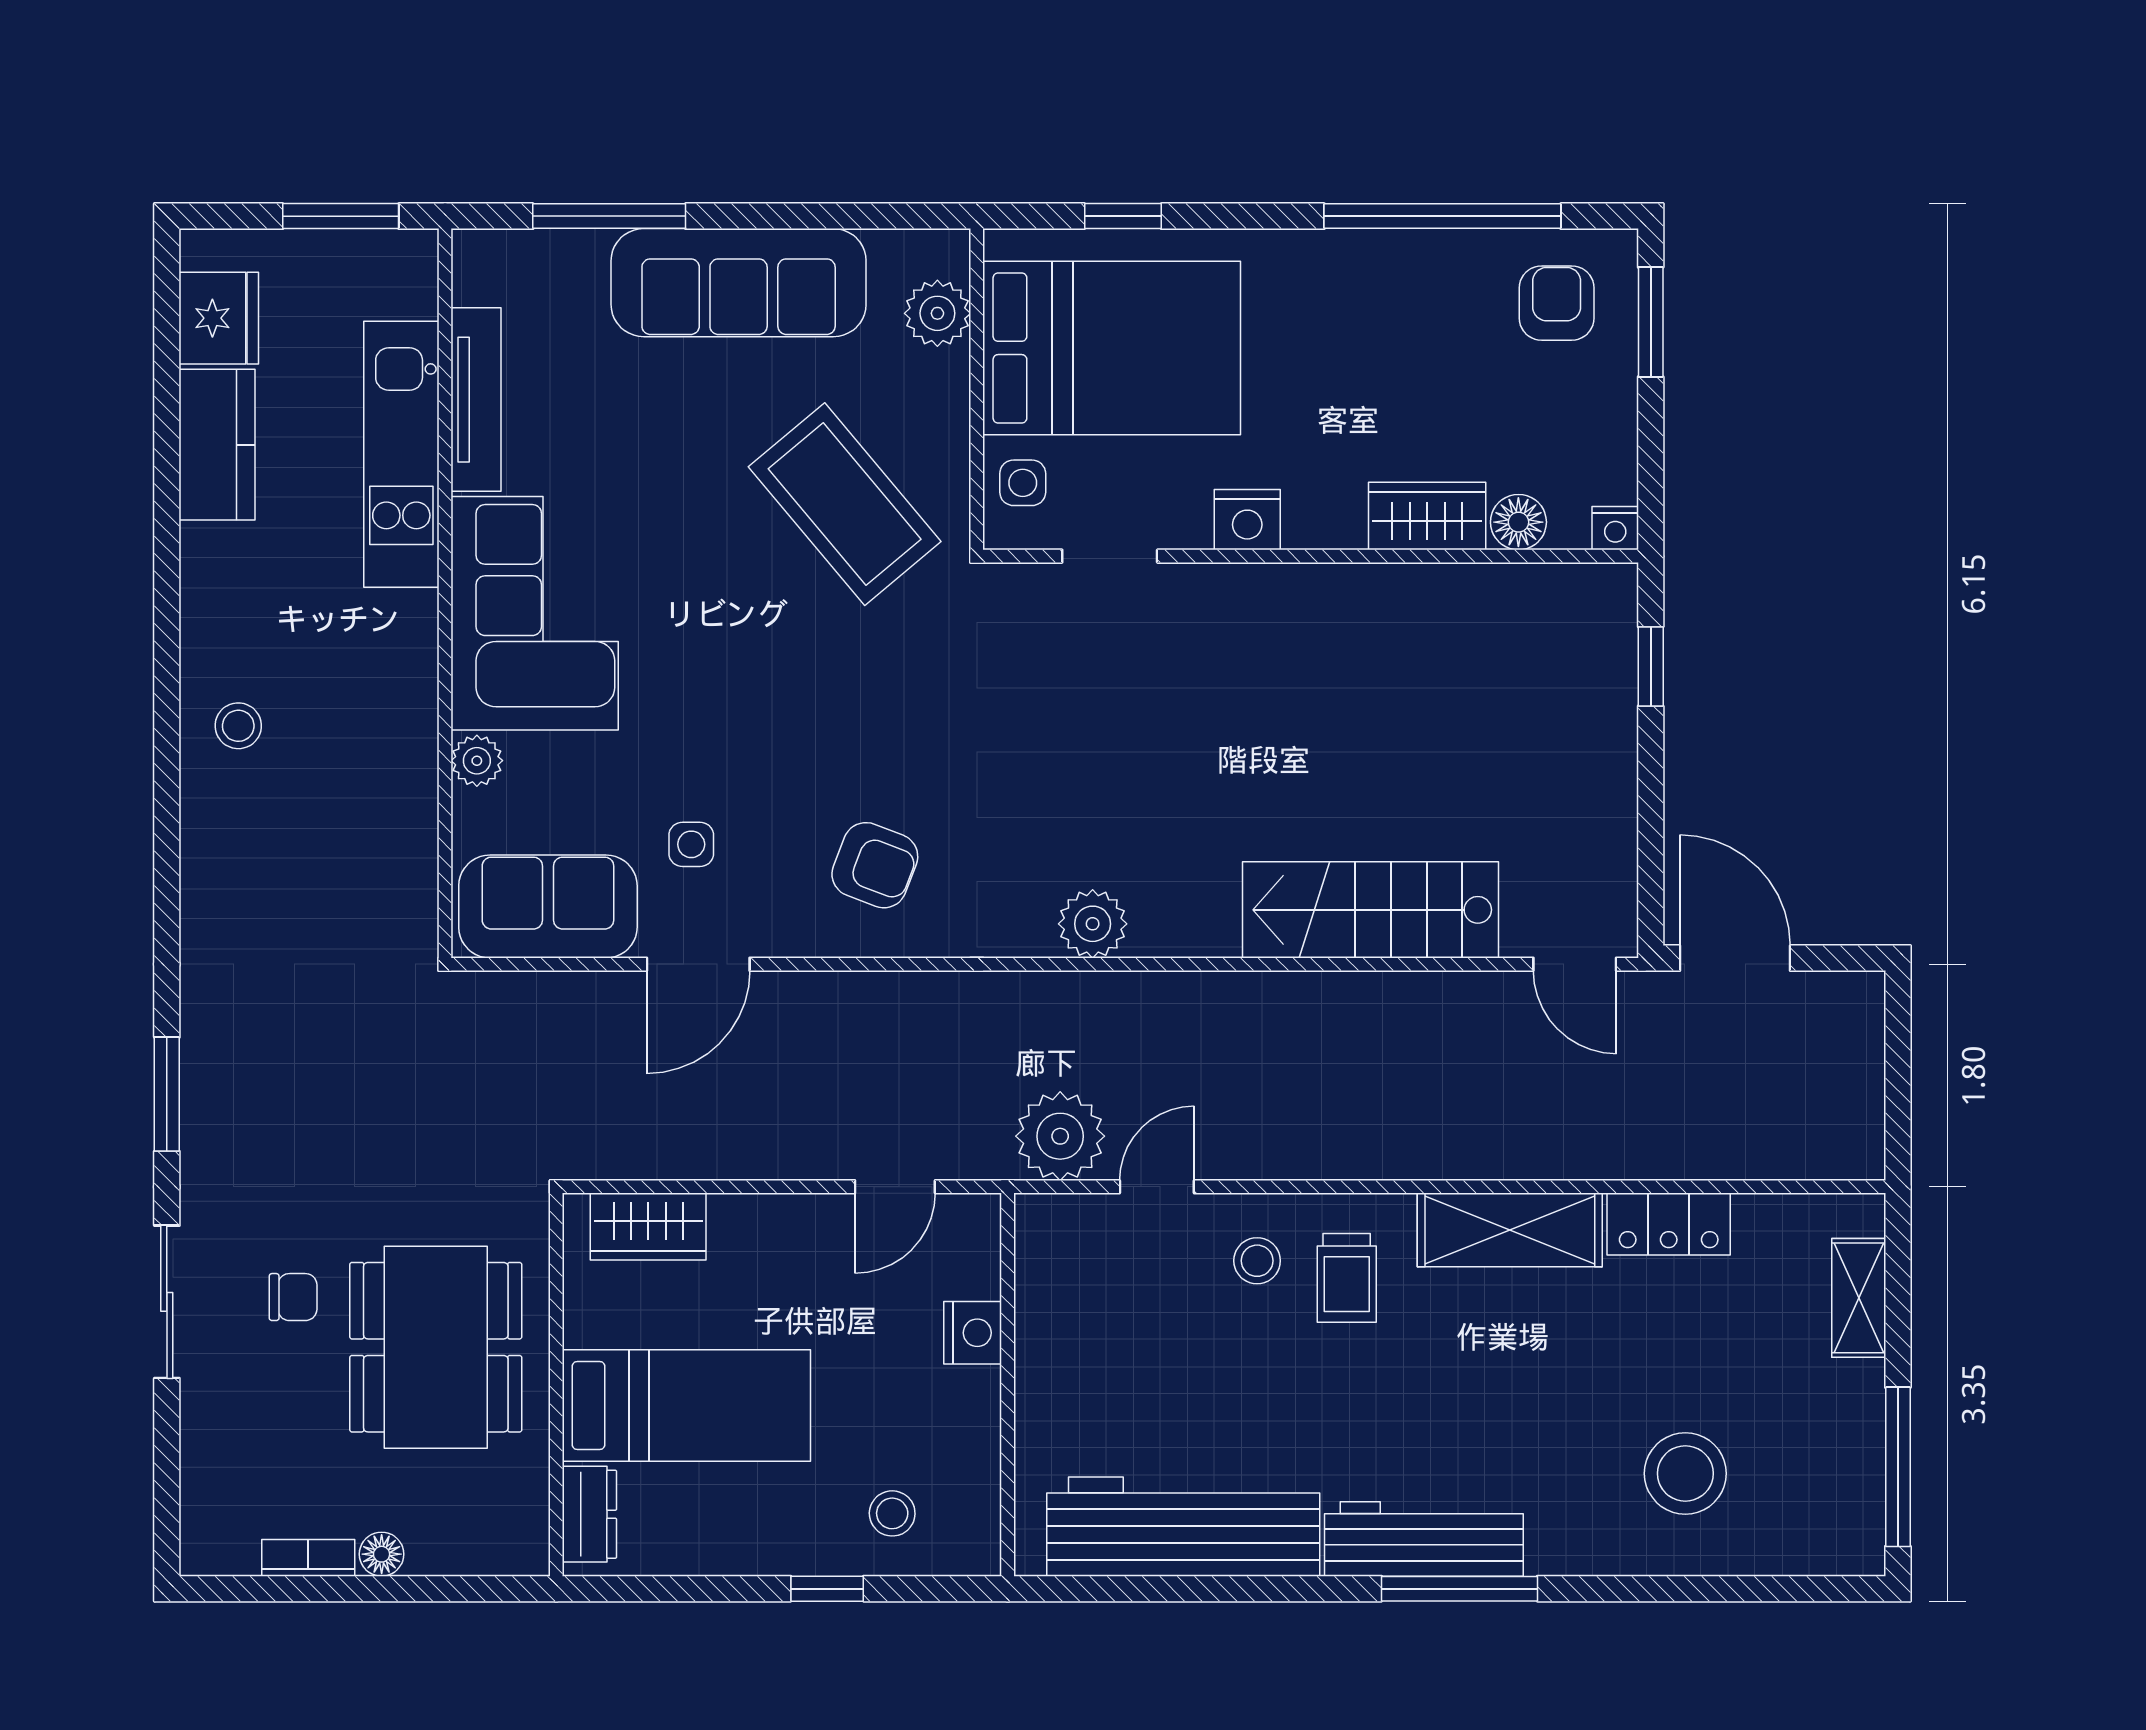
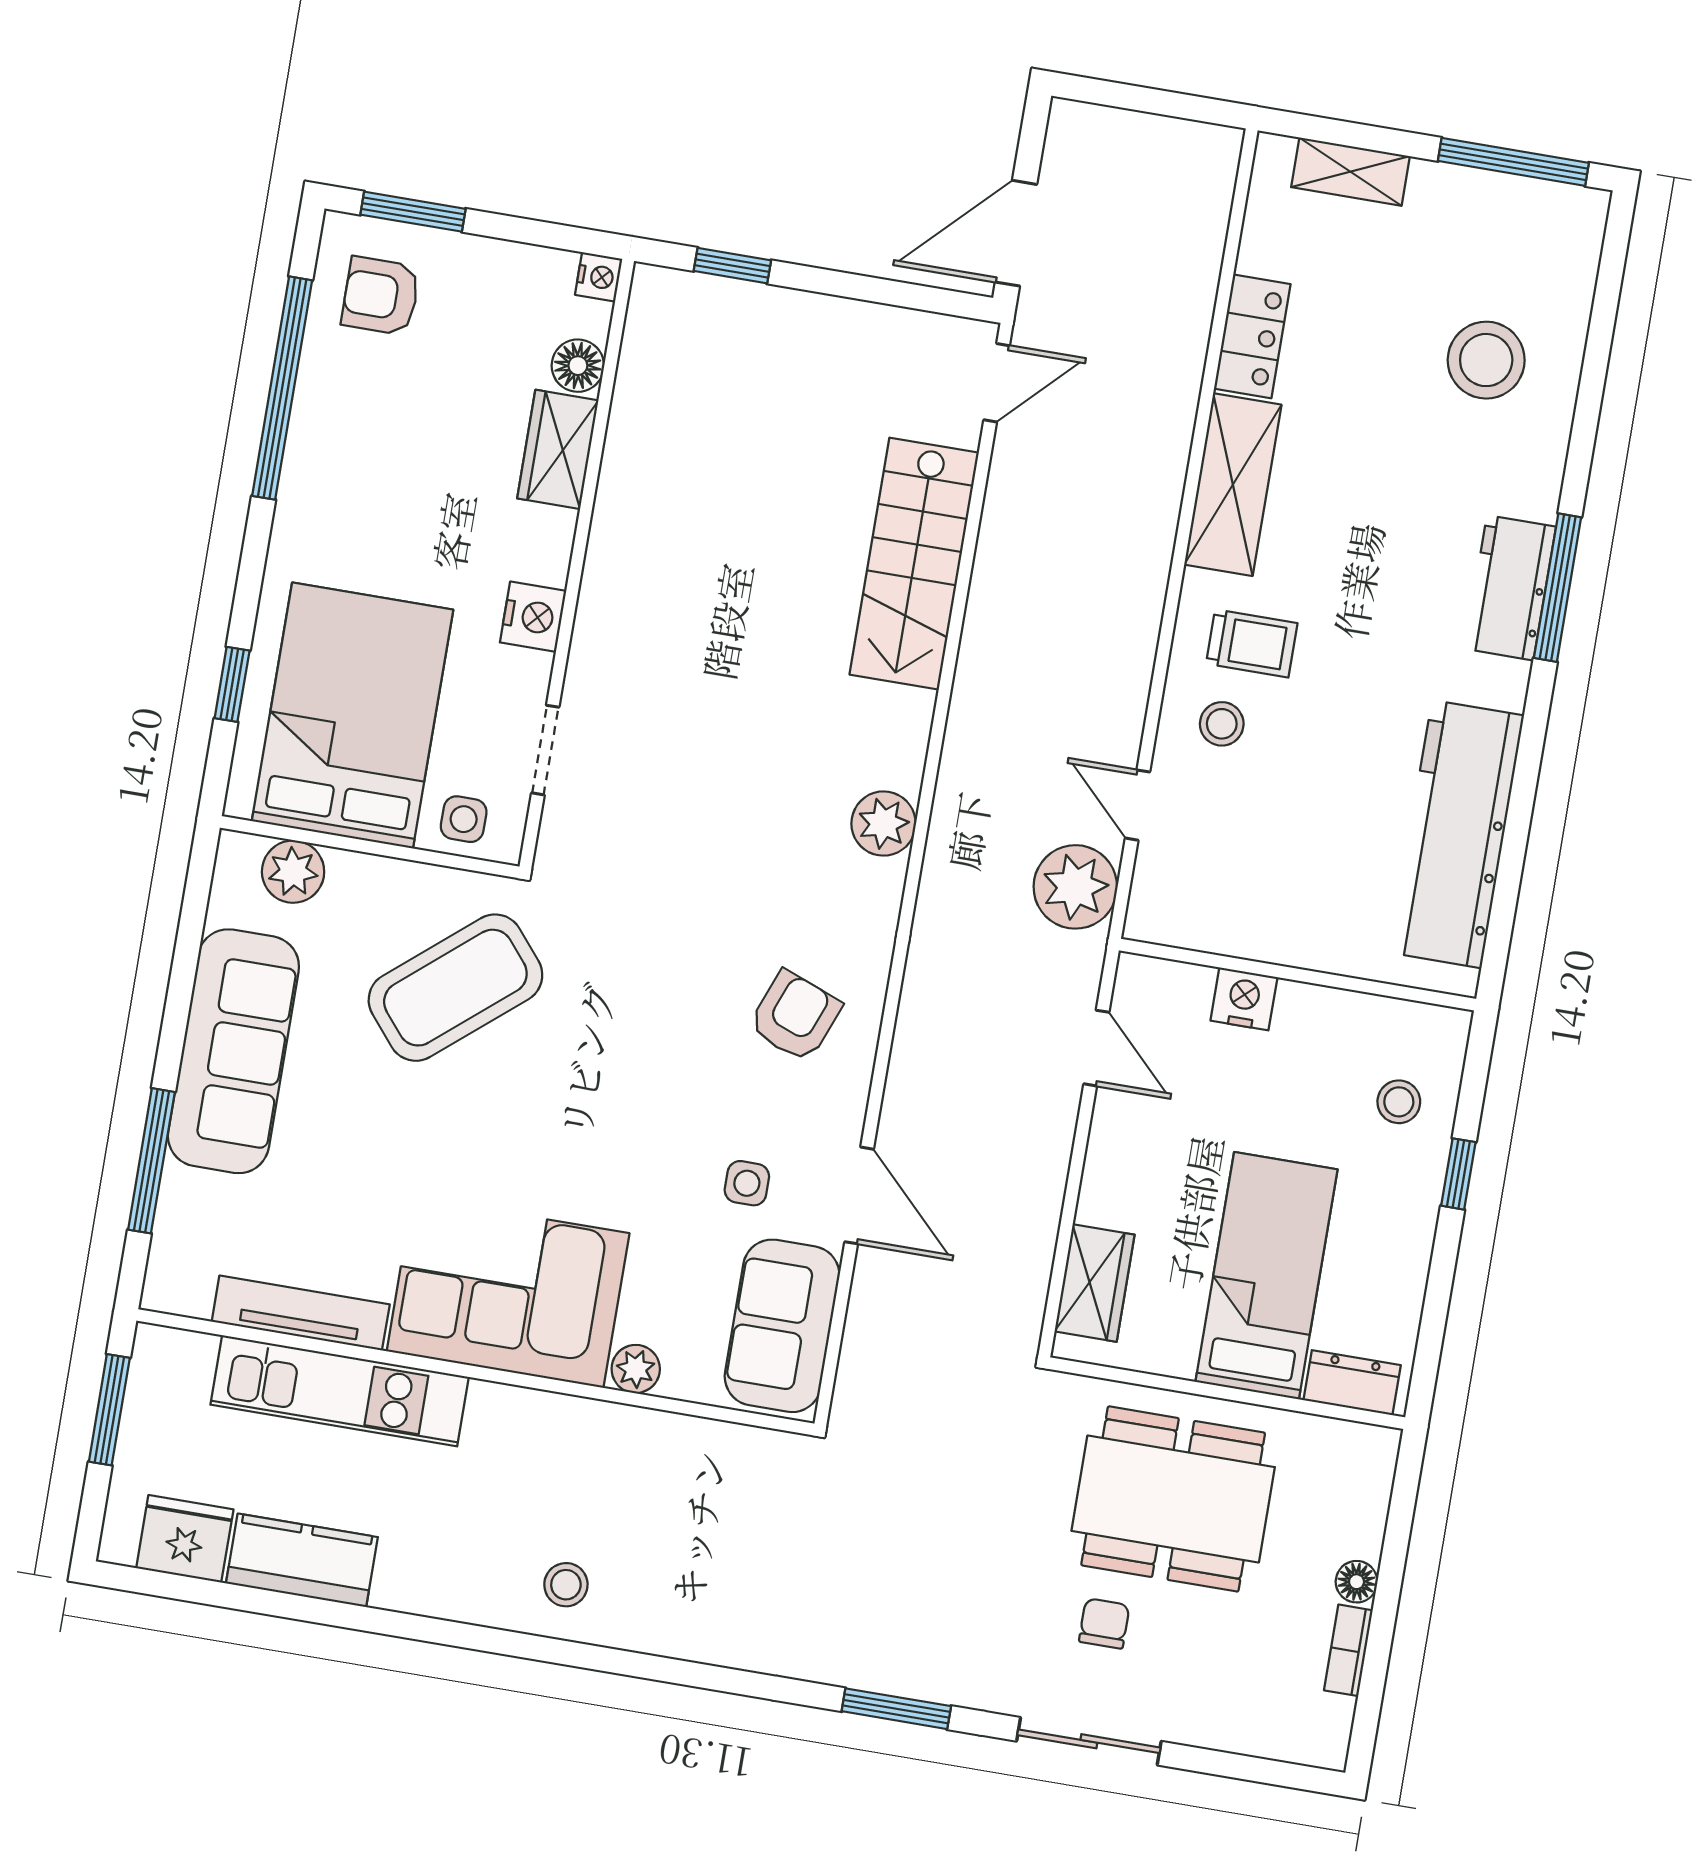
workbench: (1424, 1539) -> (1510, 588), width x0.73

